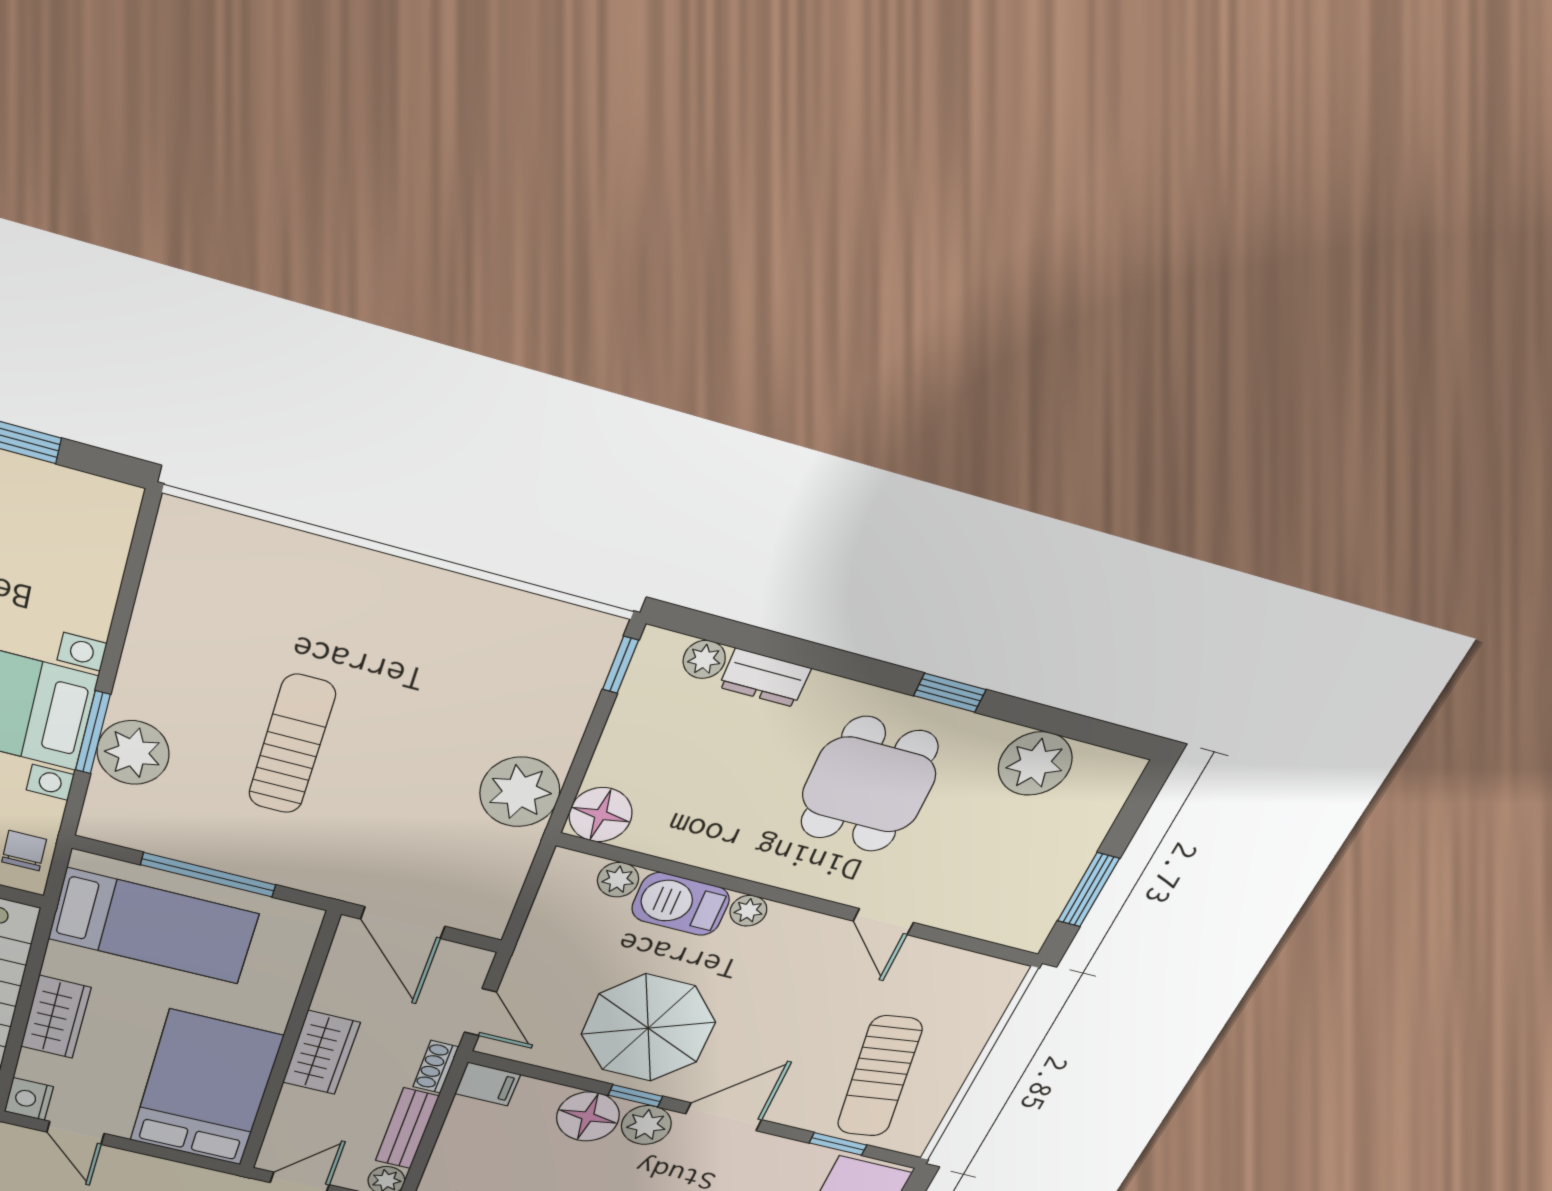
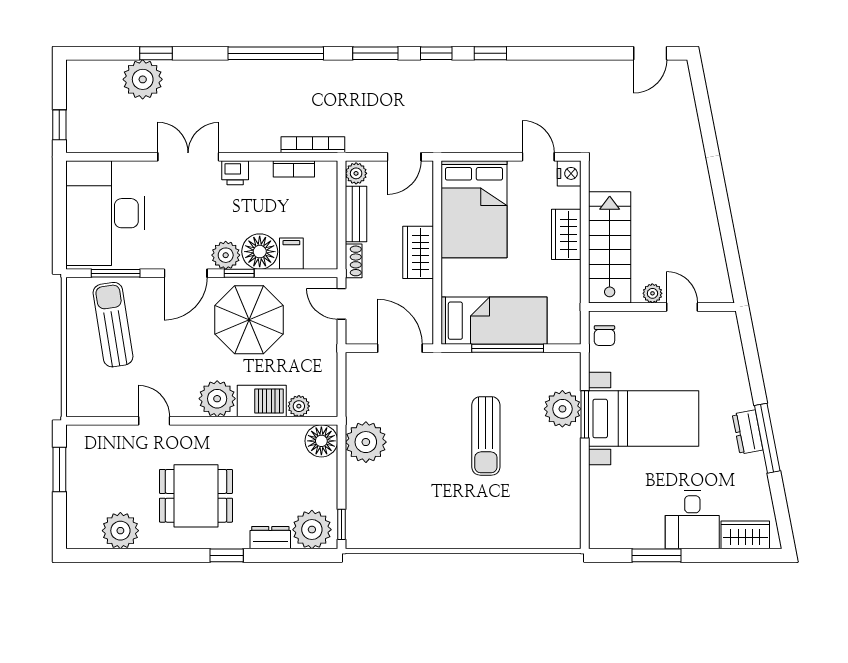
plant: (704, 659) -> (312, 530), width x1.88, depth x1.88
window: (950, 693) -> (227, 555), moved
dining table: (869, 785) -> (196, 496), turned 90
plant: (748, 911) -> (217, 399), width x1.88, depth x1.88
bed: (153, 926) -> (494, 321), moved, turned 180
filing cabinet: (488, 1084) -> (291, 254), moved, turned 90
window: (838, 1144) -> (116, 273), width x1.50

